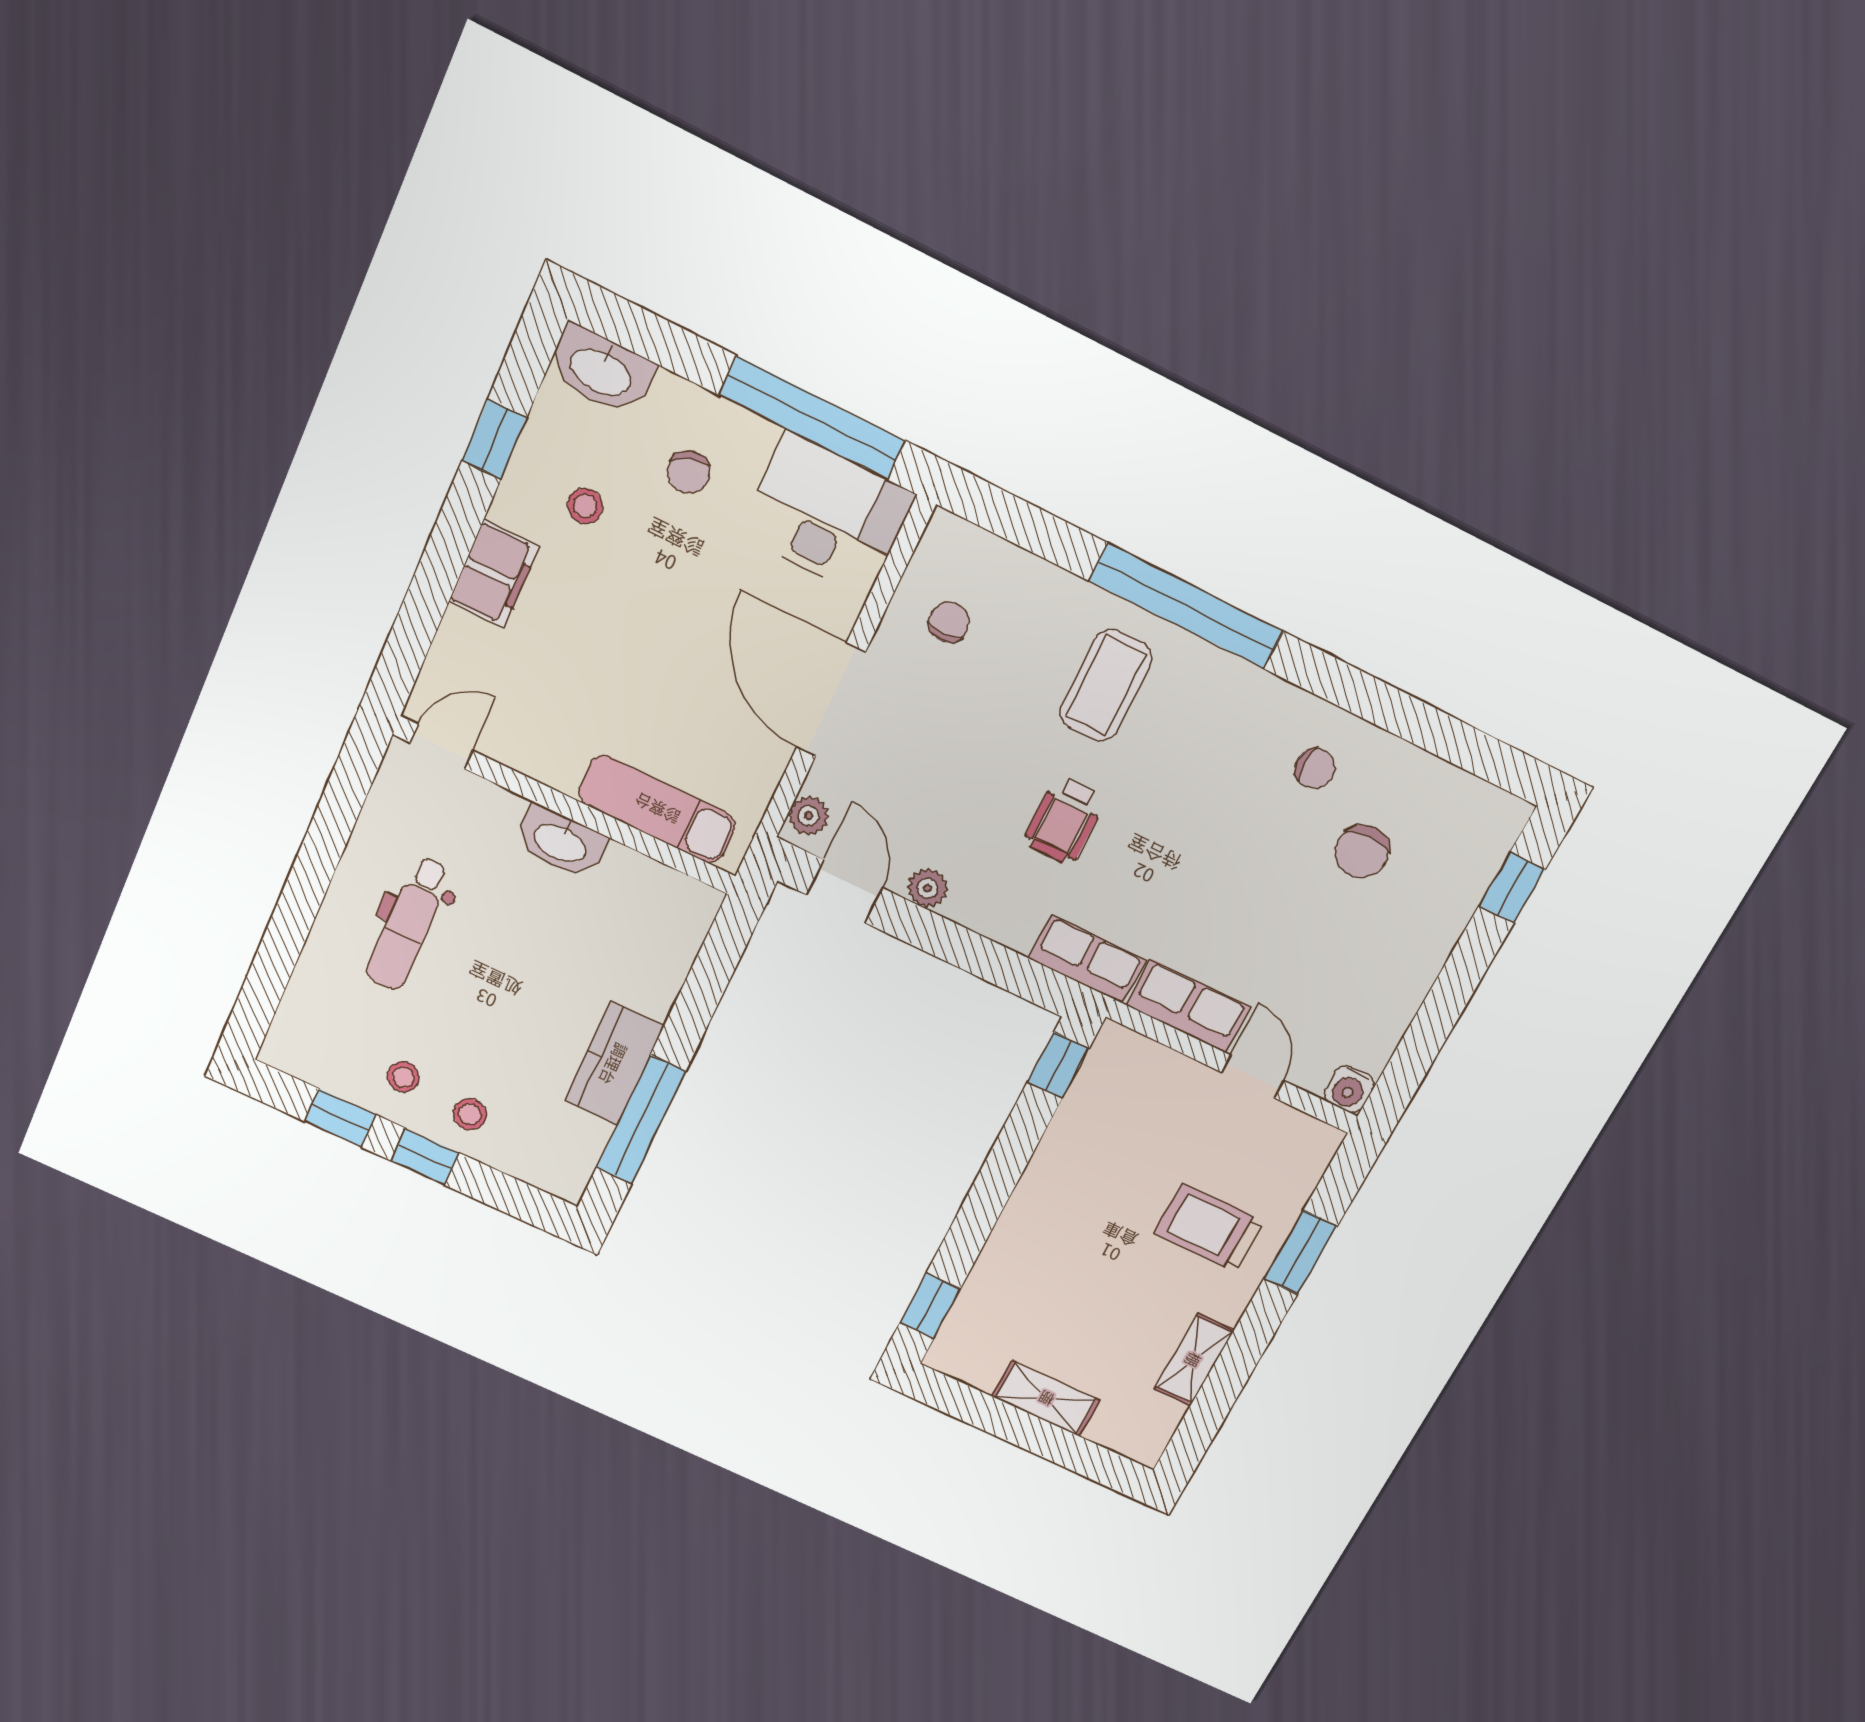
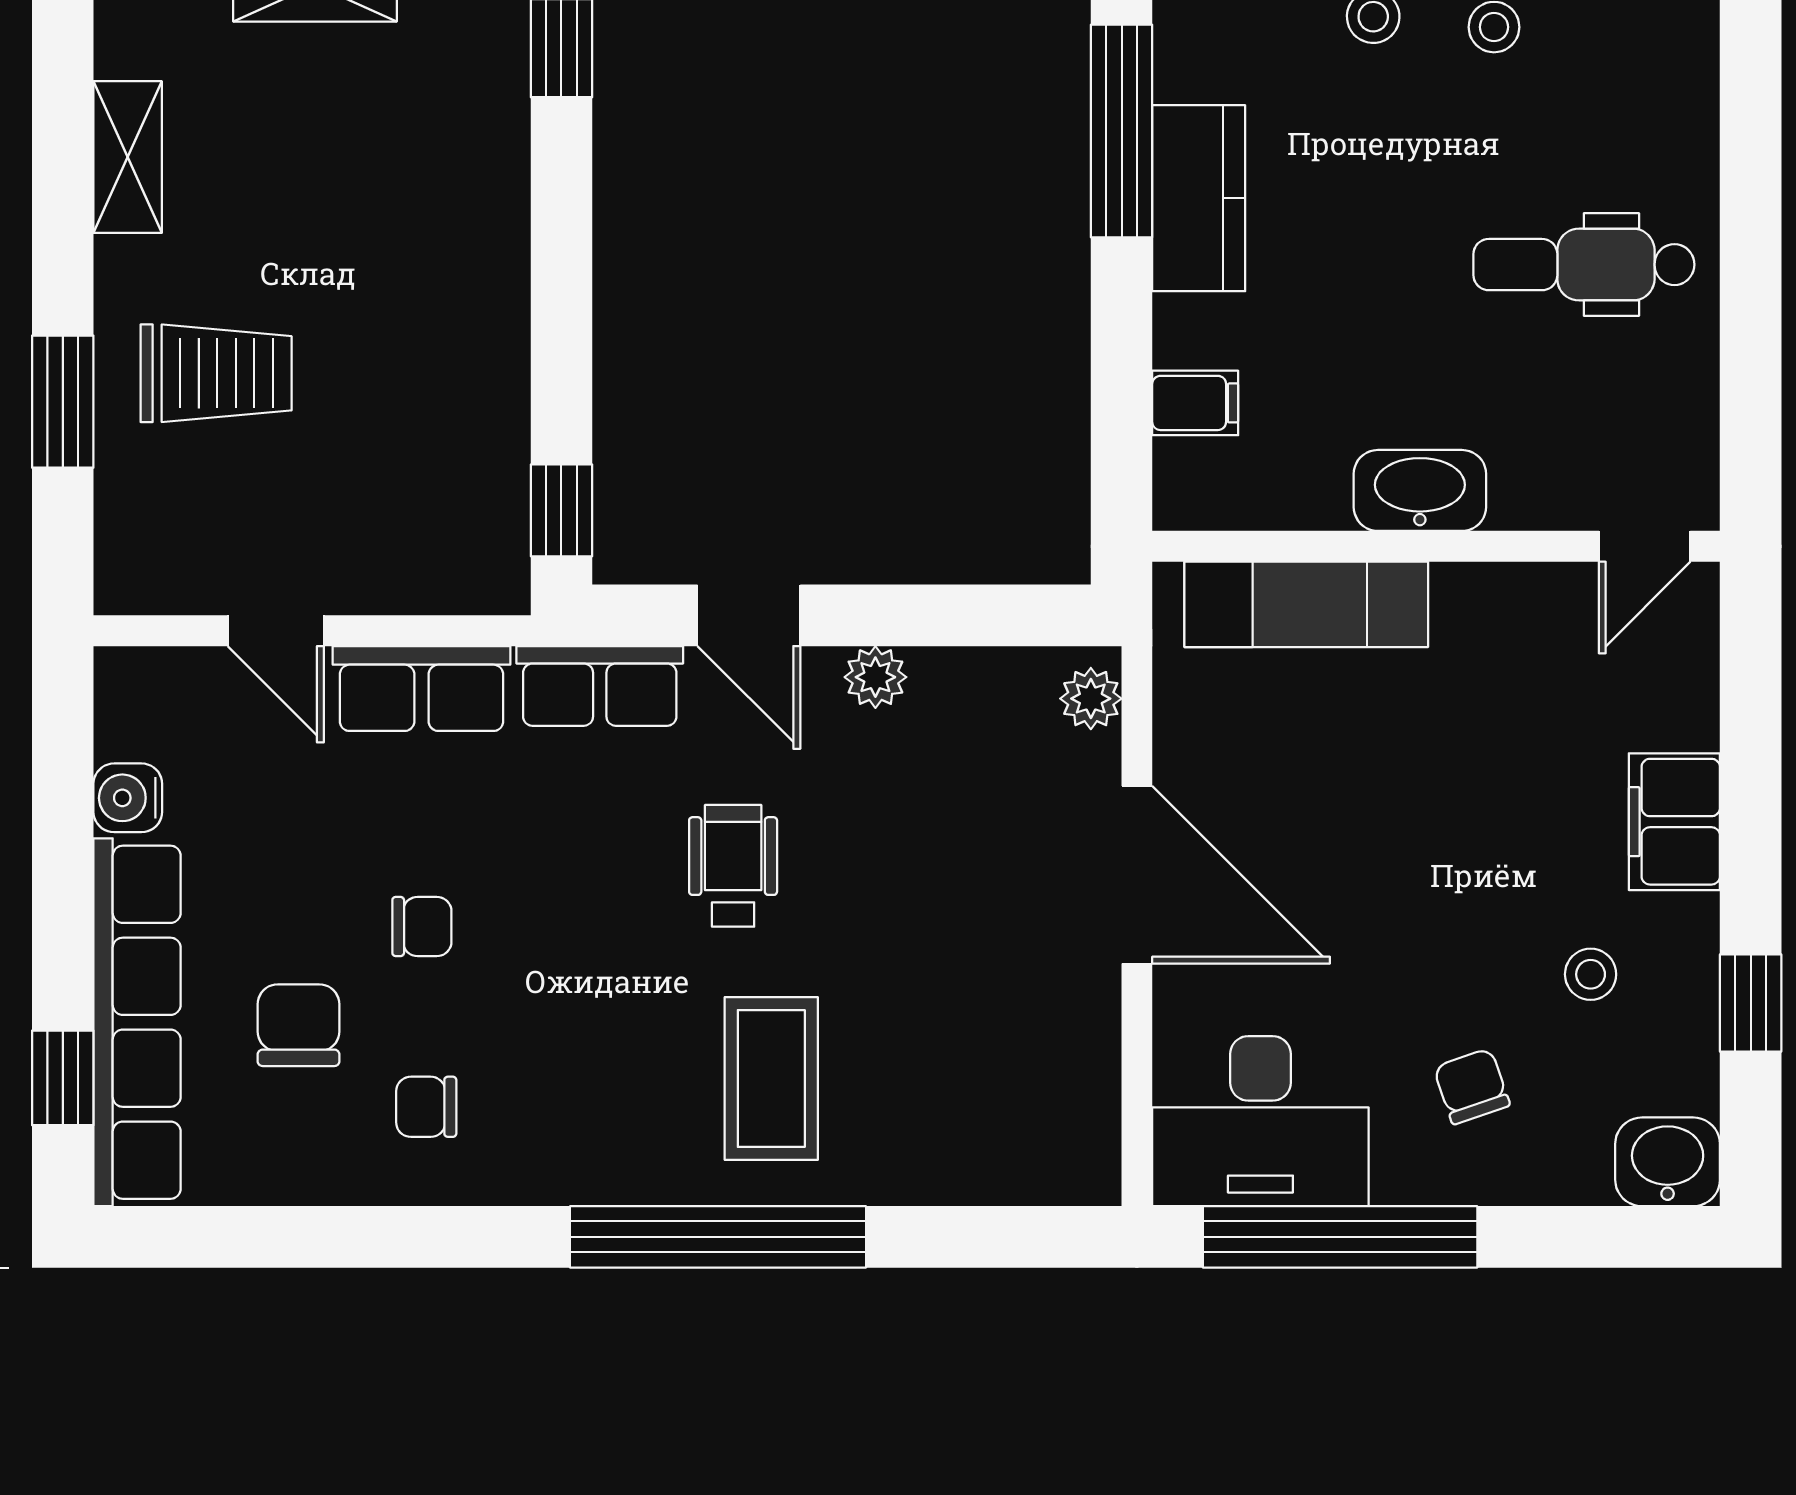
washbasin: (601, 370) -> (1668, 1162), width x0.72
chair: (949, 622) -> (422, 927), moved, turned -90
door: (845, 891) -> (749, 615), moved
row of seats: (1452, 899) -> (137, 1022), added
dental chair: (408, 924) -> (1584, 265), turned -90
filing cabinet: (669, 953) -> (1195, 403), added
water cooler: (1349, 1089) -> (128, 798), moved, turned -90

